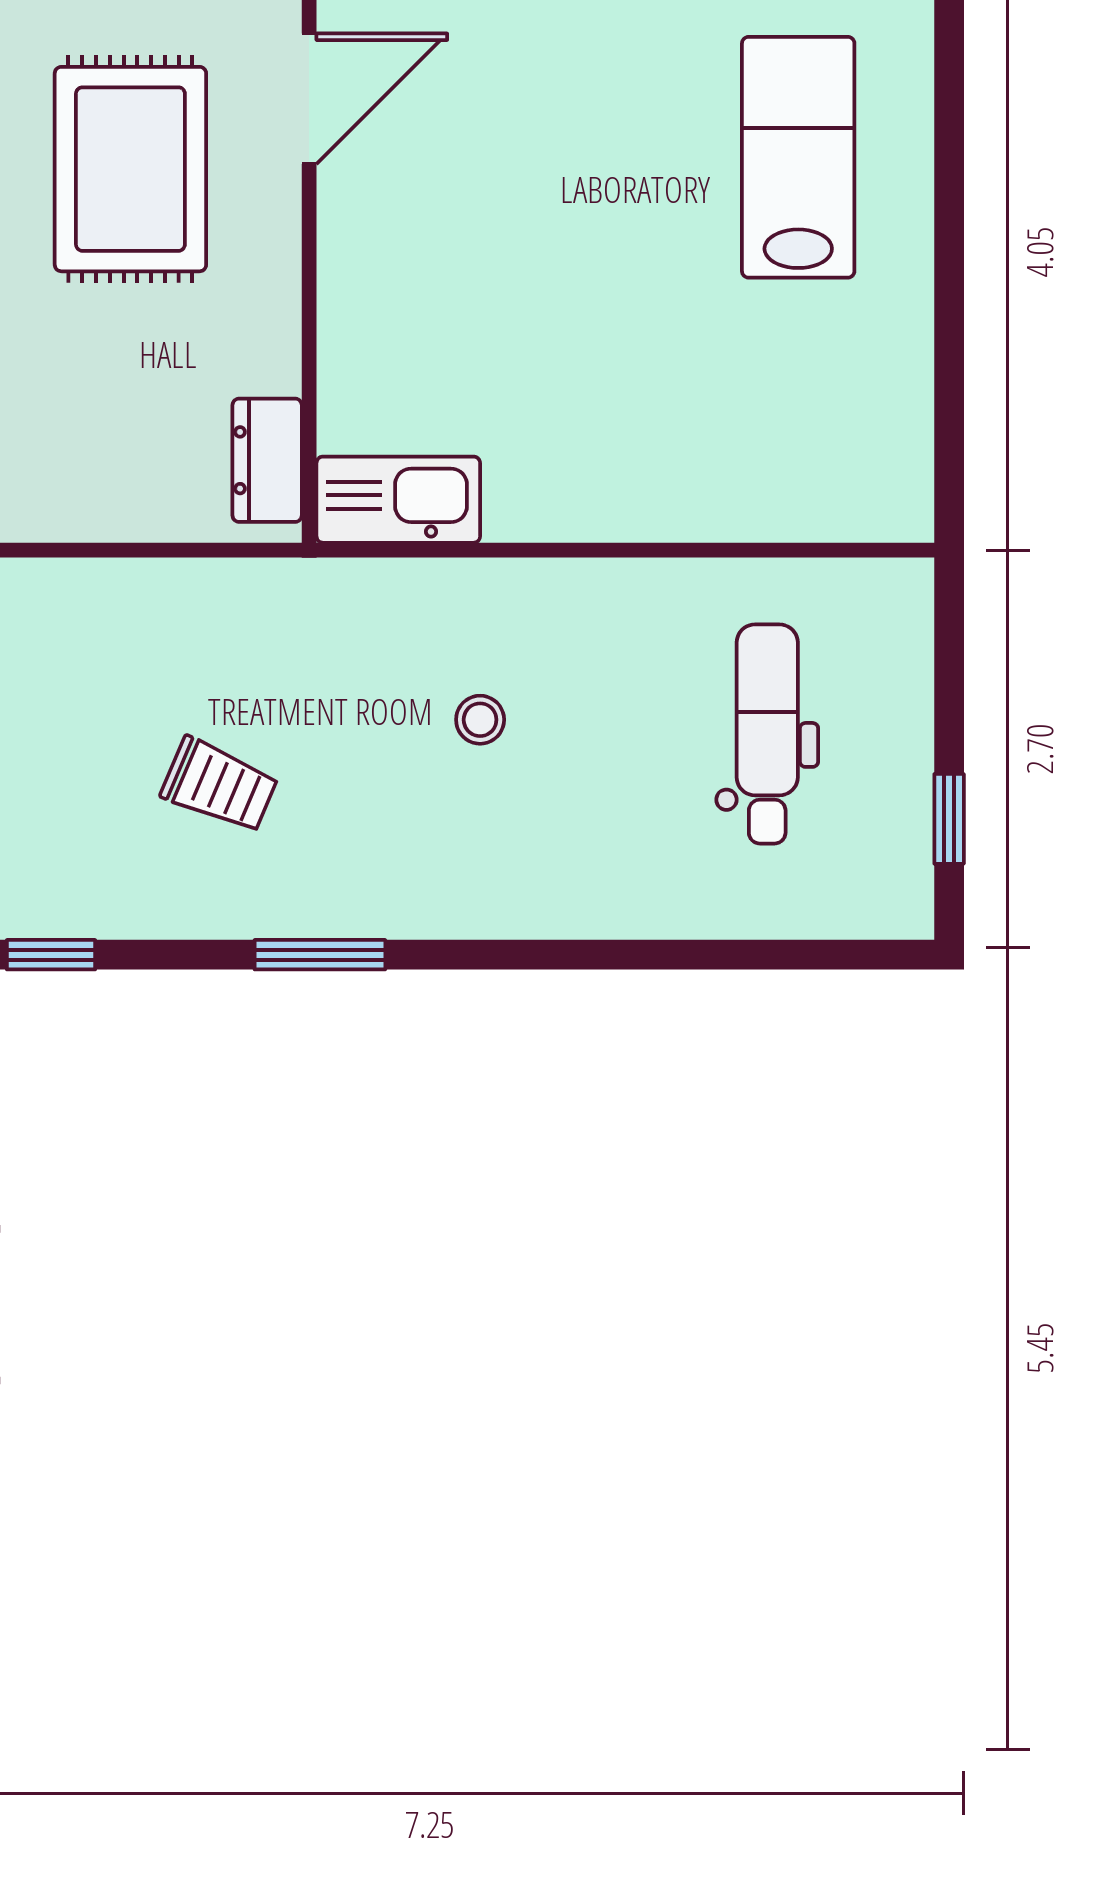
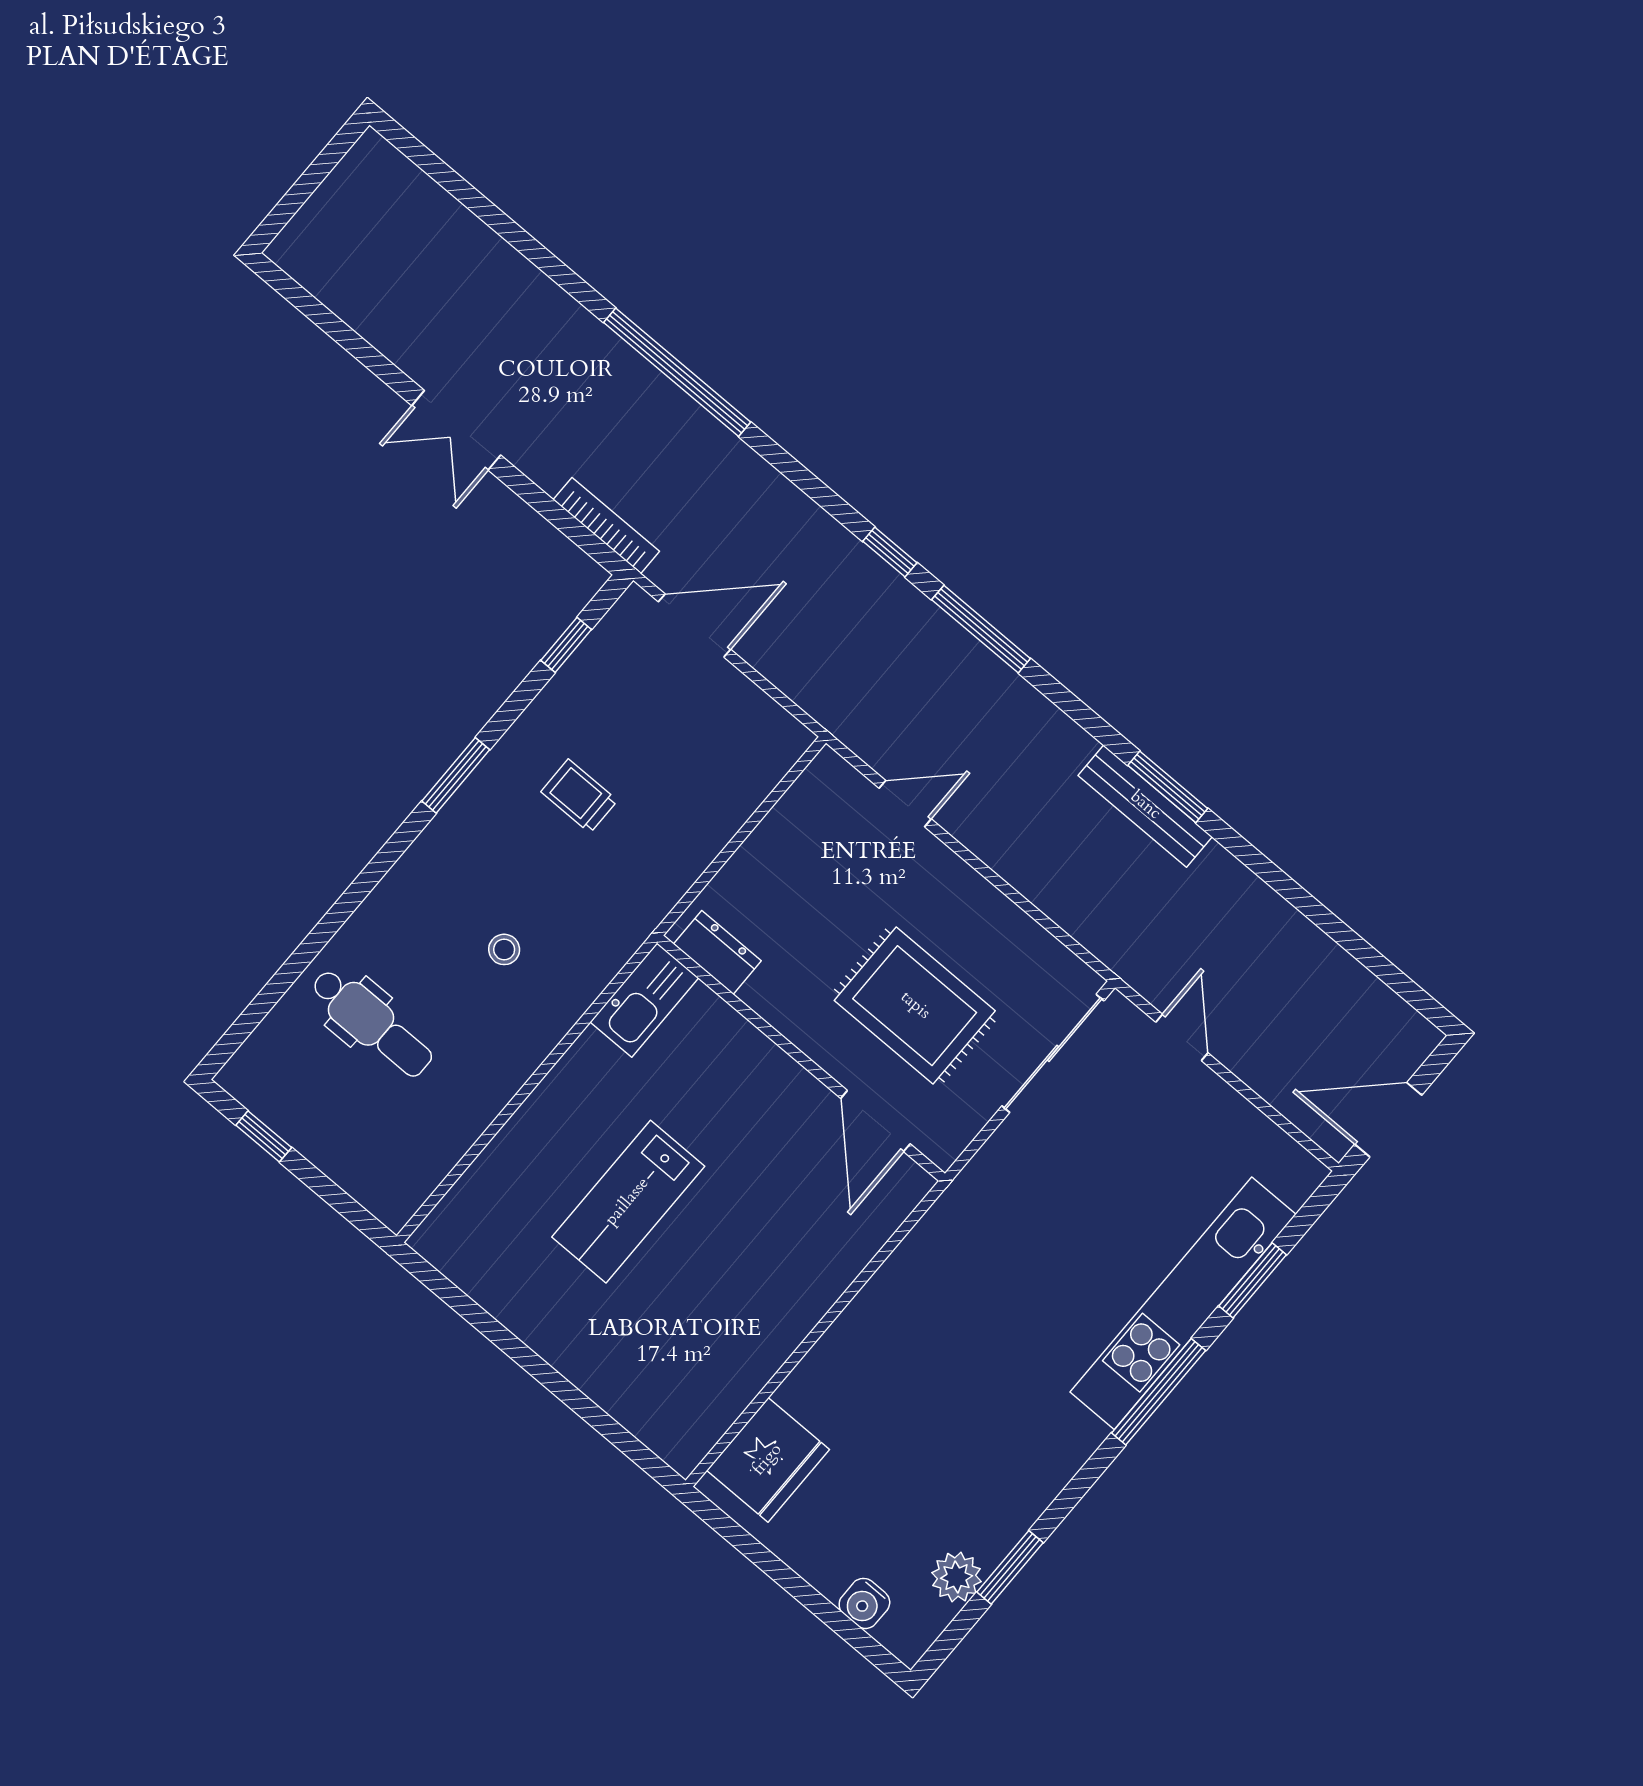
lab bench: (798, 157) -> (628, 1202), moved, turned 90
dental chair: (767, 734) -> (372, 1023), moved
trolley: (219, 785) -> (579, 796), turned 67

